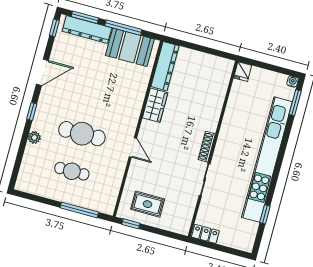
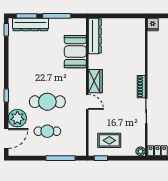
booth: (130, 47) -> (75, 52), moved, turned 90
door: (42, 72) -> (6, 138), moved
wardrobe: (155, 105) -> (95, 81), moved
plant: (34, 137) -> (17, 118), width x1.87, depth x1.87
plant: (184, 229) -> (141, 151), added

